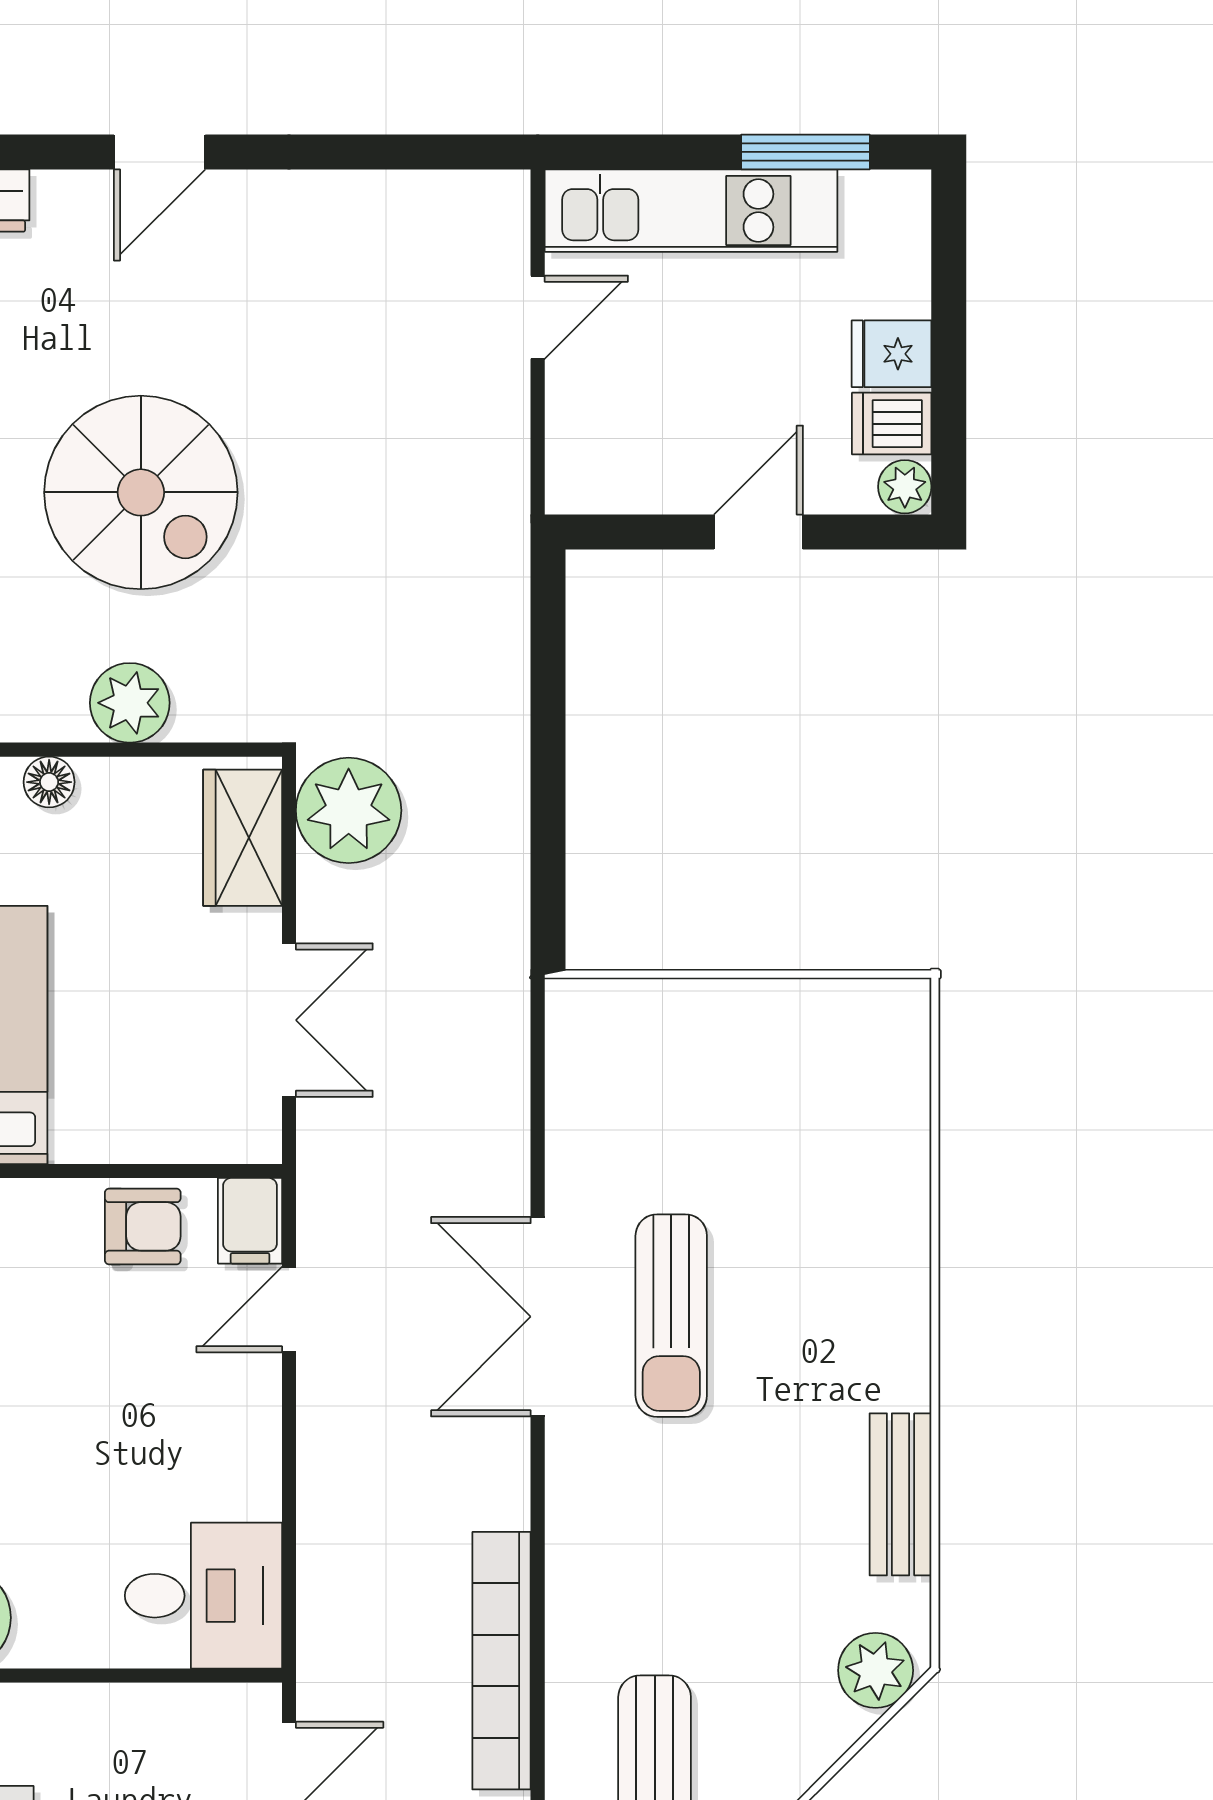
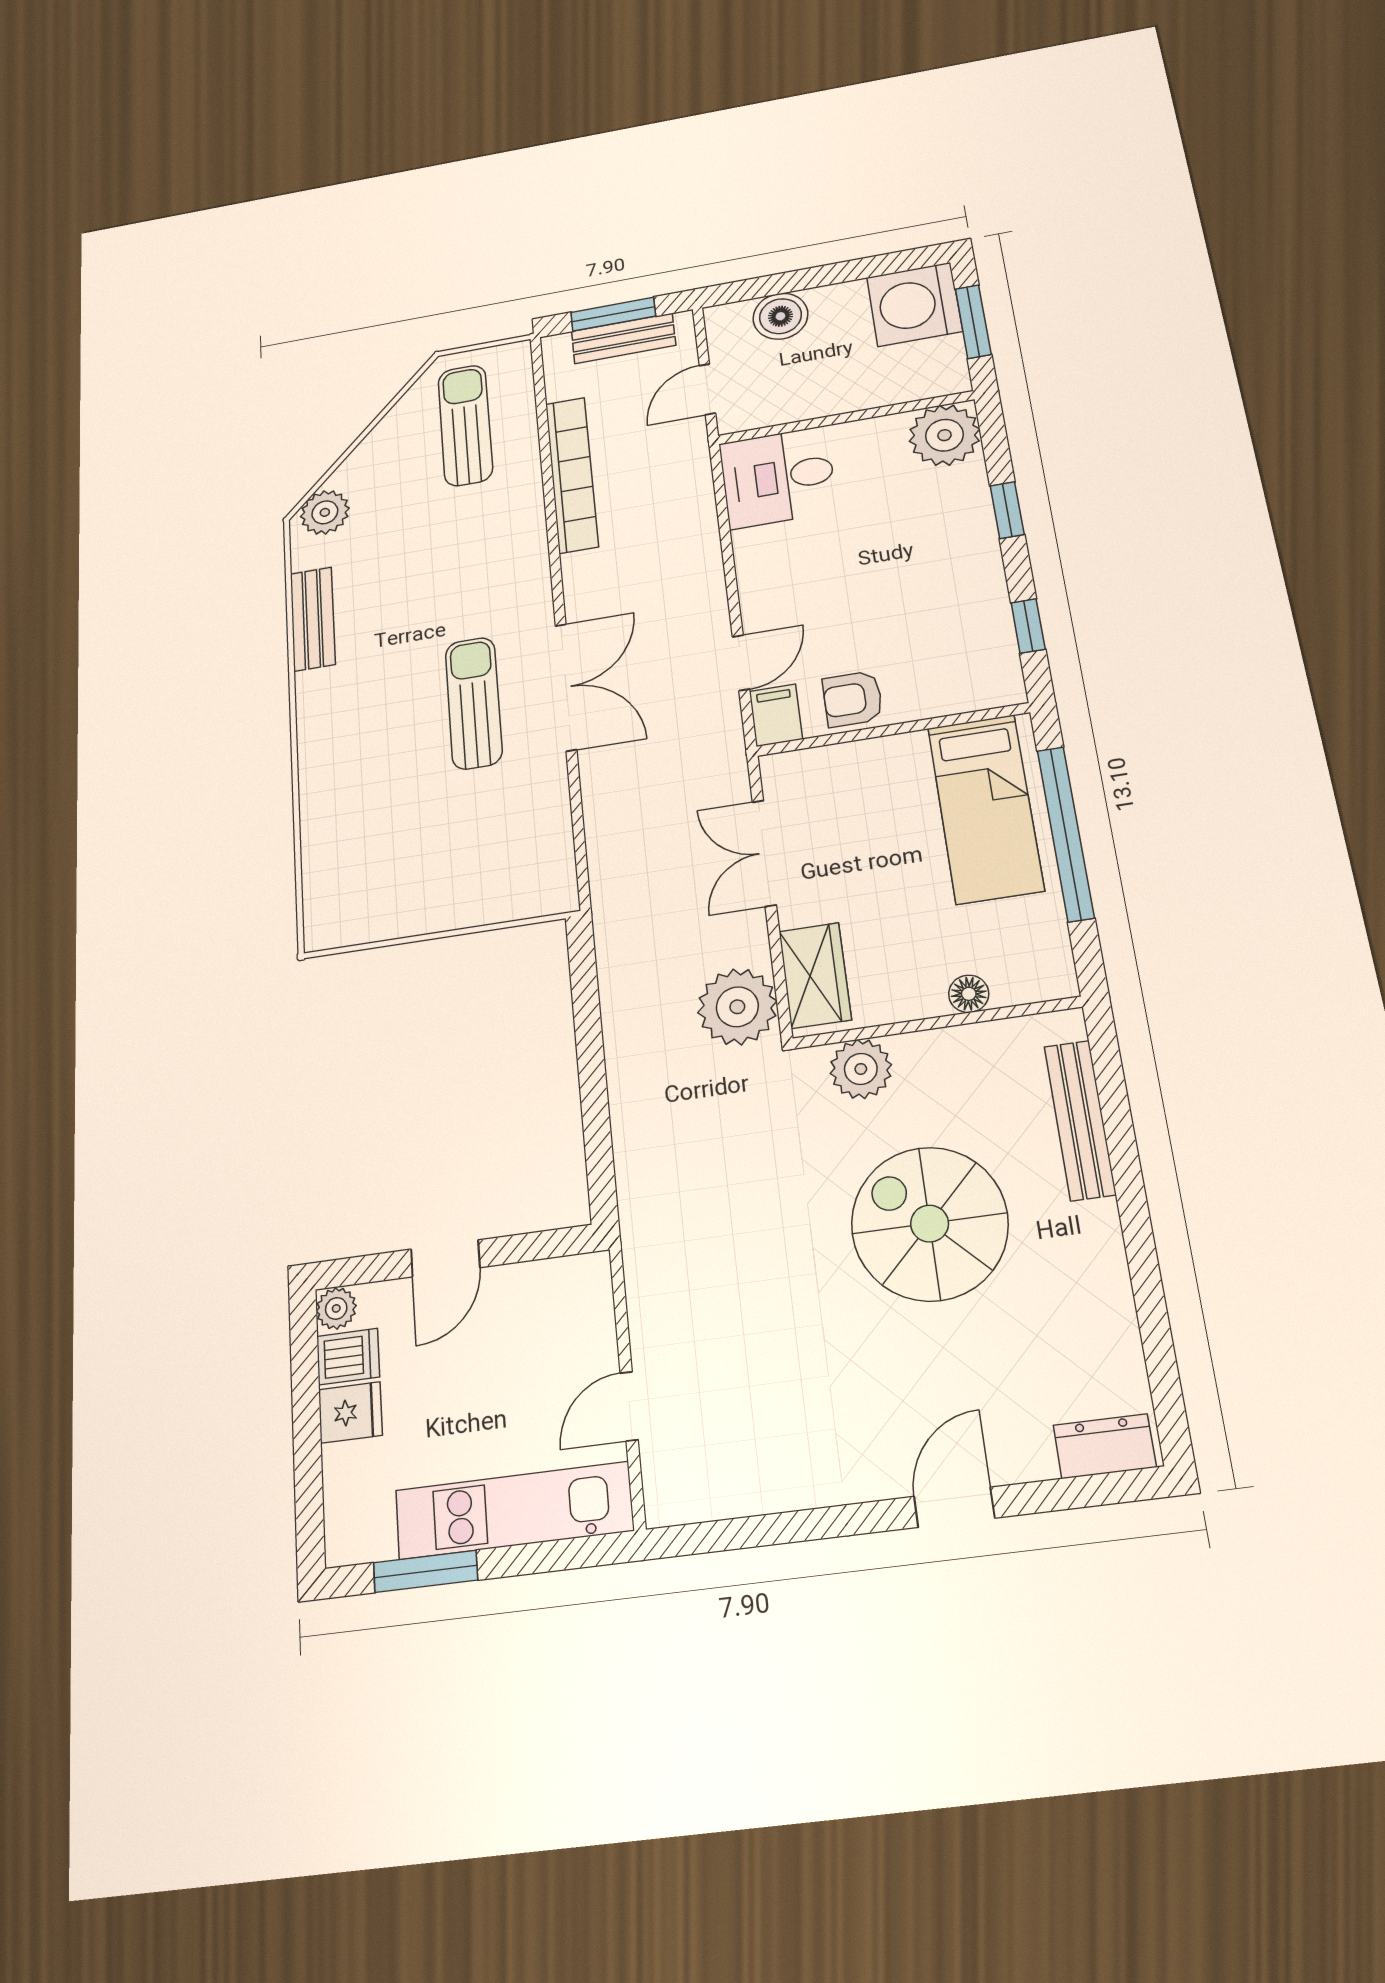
plant: (130, 703) -> (861, 1069), moved

